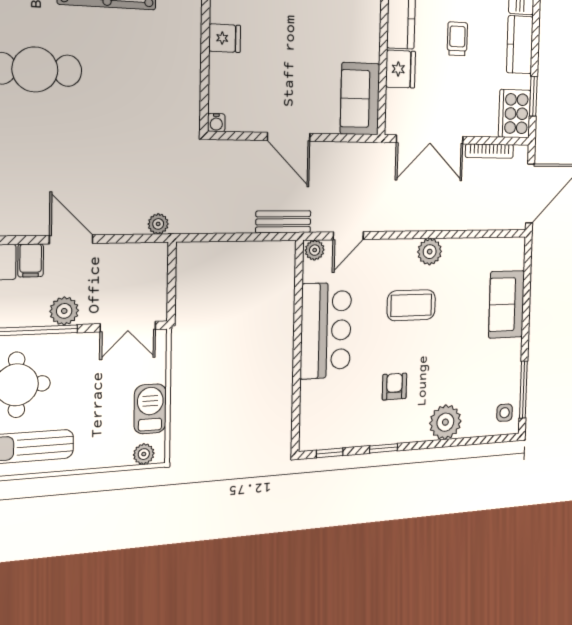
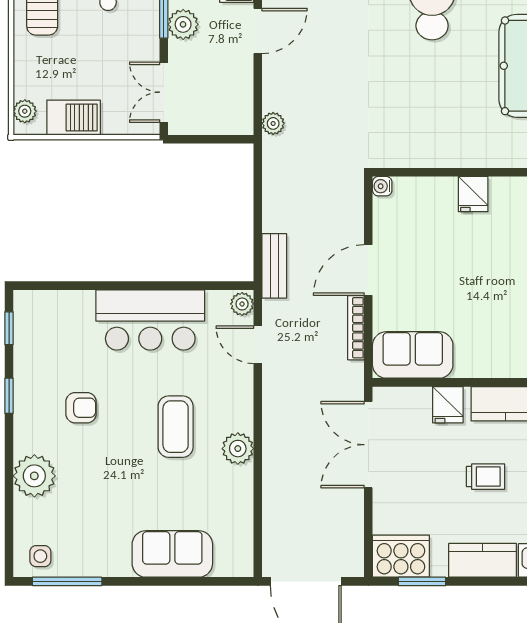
fridge: (401, 69) -> (448, 405), width x0.72
bookcase: (489, 151) -> (356, 328), moved

